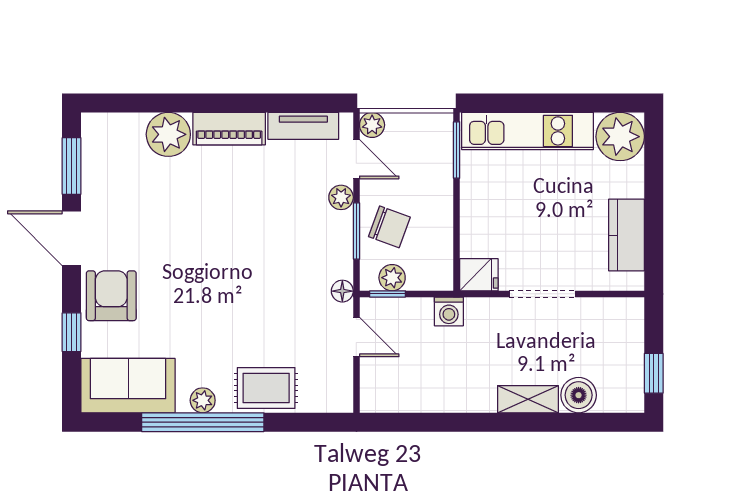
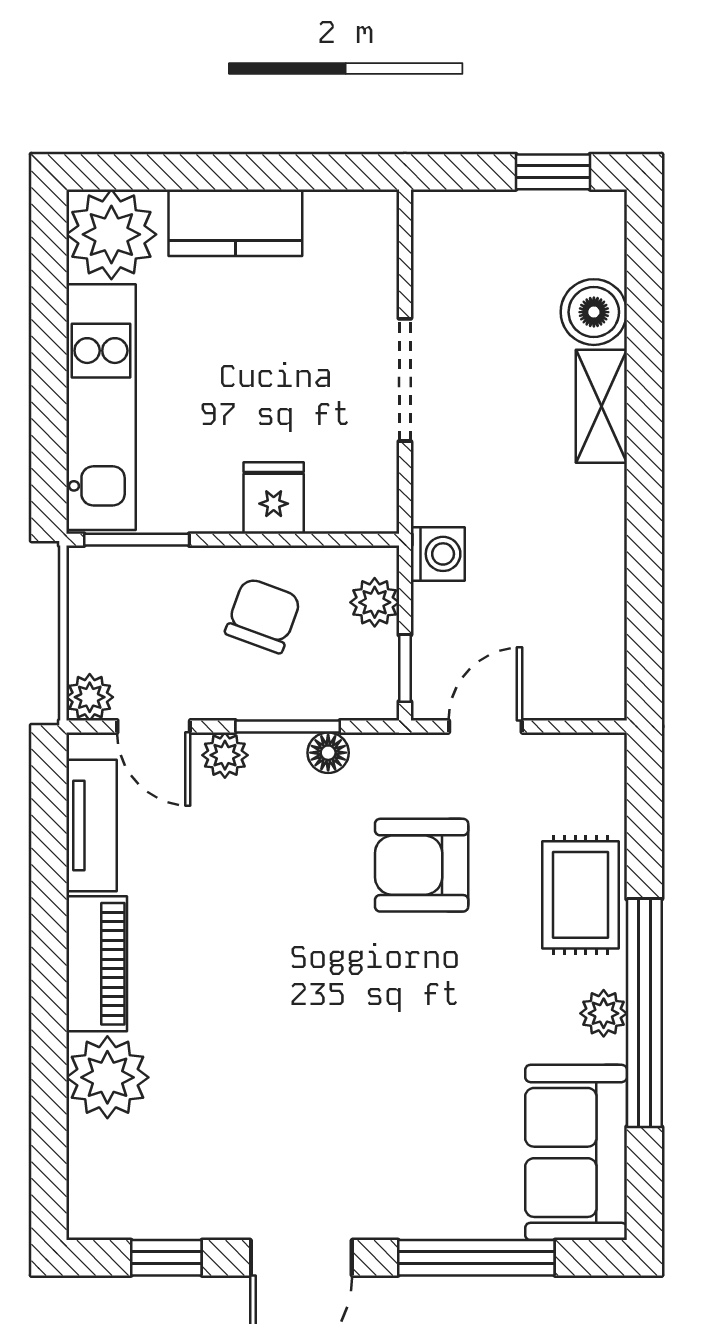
door: (356, 159) -> (154, 726), swing flipped
window: (72, 166) -> (166, 1258), width x0.67
chair: (389, 227) -> (263, 615), moved
kitchen counter: (626, 235) -> (235, 223), moved
fridge: (479, 275) -> (274, 498), moved
plant: (392, 278) -> (375, 602), moved
floor lamp: (342, 291) -> (328, 753), moved
armchair: (111, 296) -> (422, 865), moved
window: (72, 332) -> (476, 1258), width x2.17

